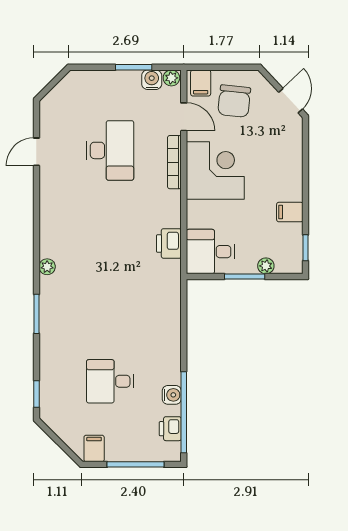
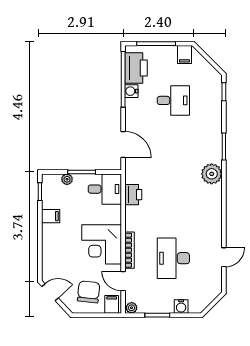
water cooler: (152, 80) -> (181, 307), moved
door: (291, 101) -> (50, 292), swing flipped
plant: (47, 267) -> (212, 174), width x1.88, depth x1.88
door: (184, 317) -> (123, 144), added
printer: (170, 429) -> (136, 68), width x1.87, depth x1.48

